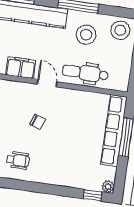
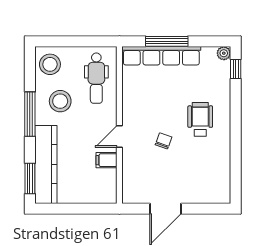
filing cabinet: (21, 68) -> (107, 160), width x0.50
dental chair: (85, 73) -> (96, 78), moved
wheelchair: (18, 160) -> (200, 119), moved, width x1.36, depth x1.37

